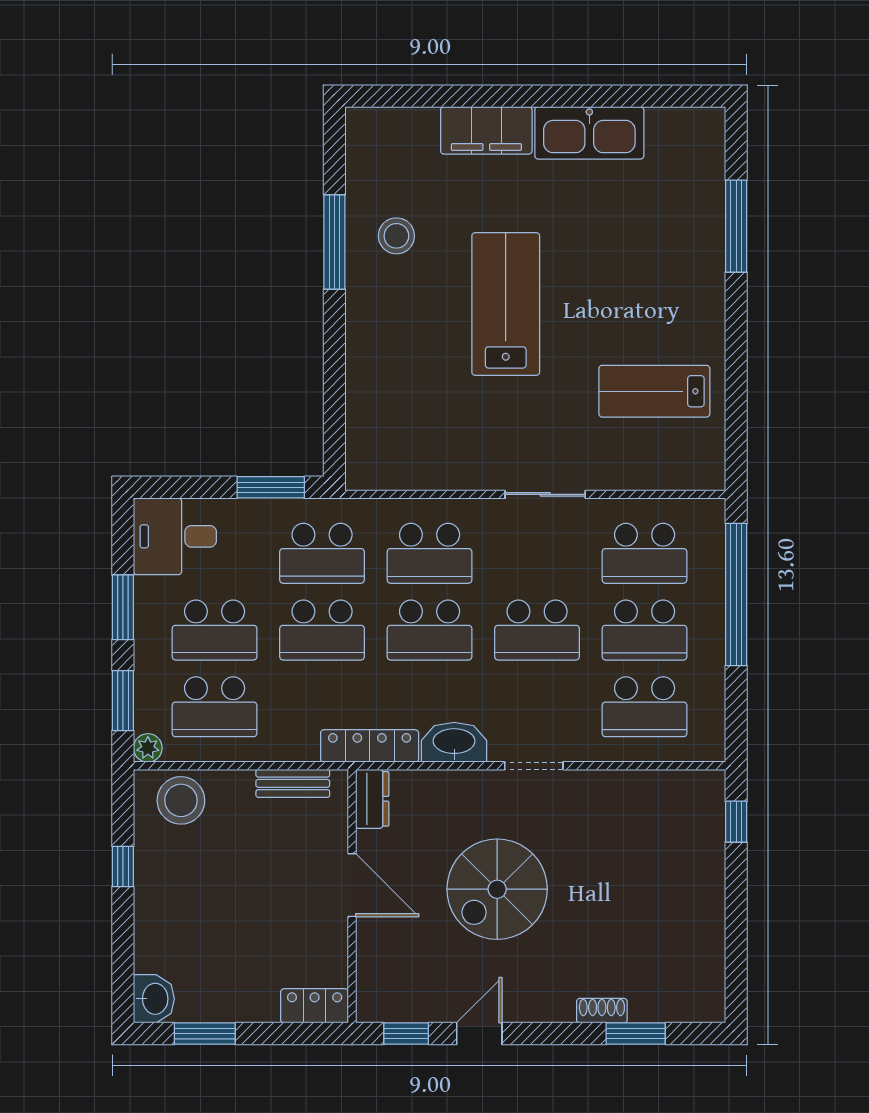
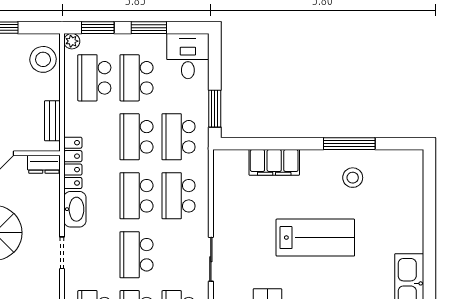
filing cabinet: (486, 130) -> (274, 162), moved, turned -90

